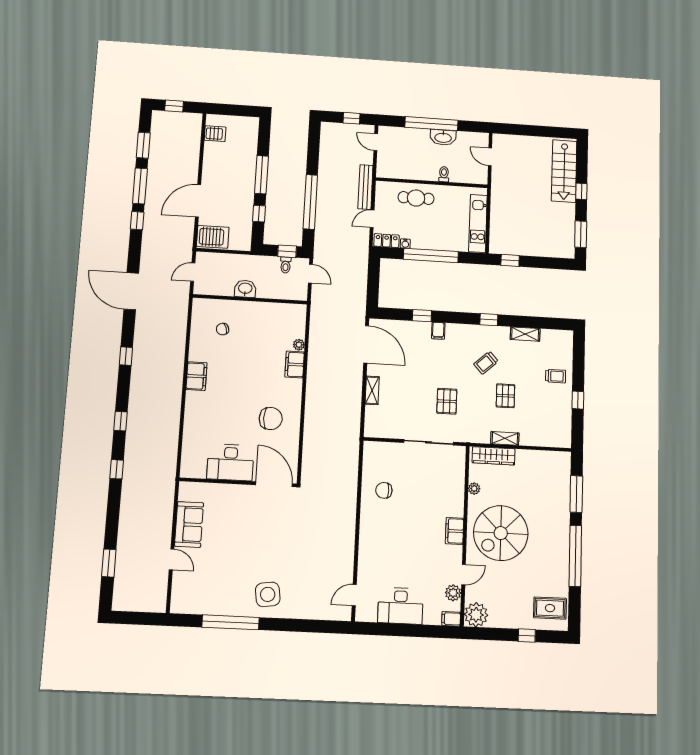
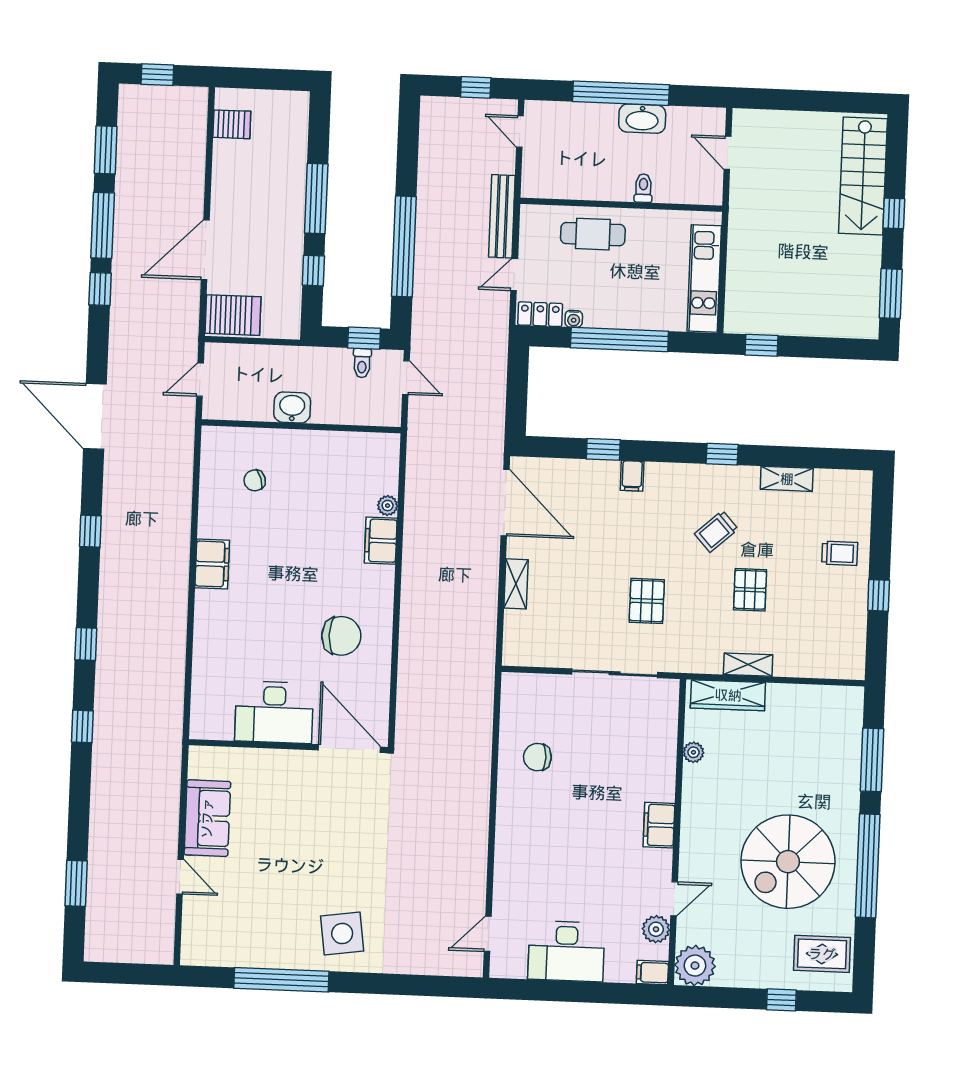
spiral stairs: (501, 533) -> (788, 862), moved

